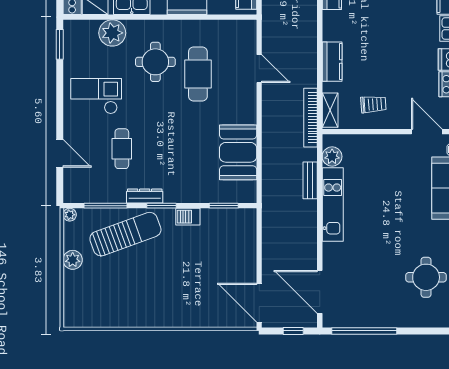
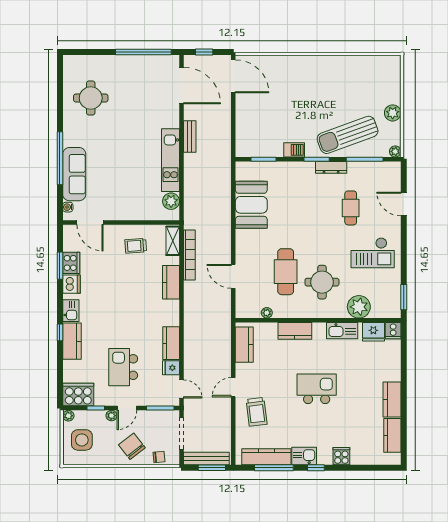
plant: (220, 26) -> (267, 313), added
bookcase: (311, 118) -> (189, 255), moved
bench: (310, 180) -> (190, 137), moved

